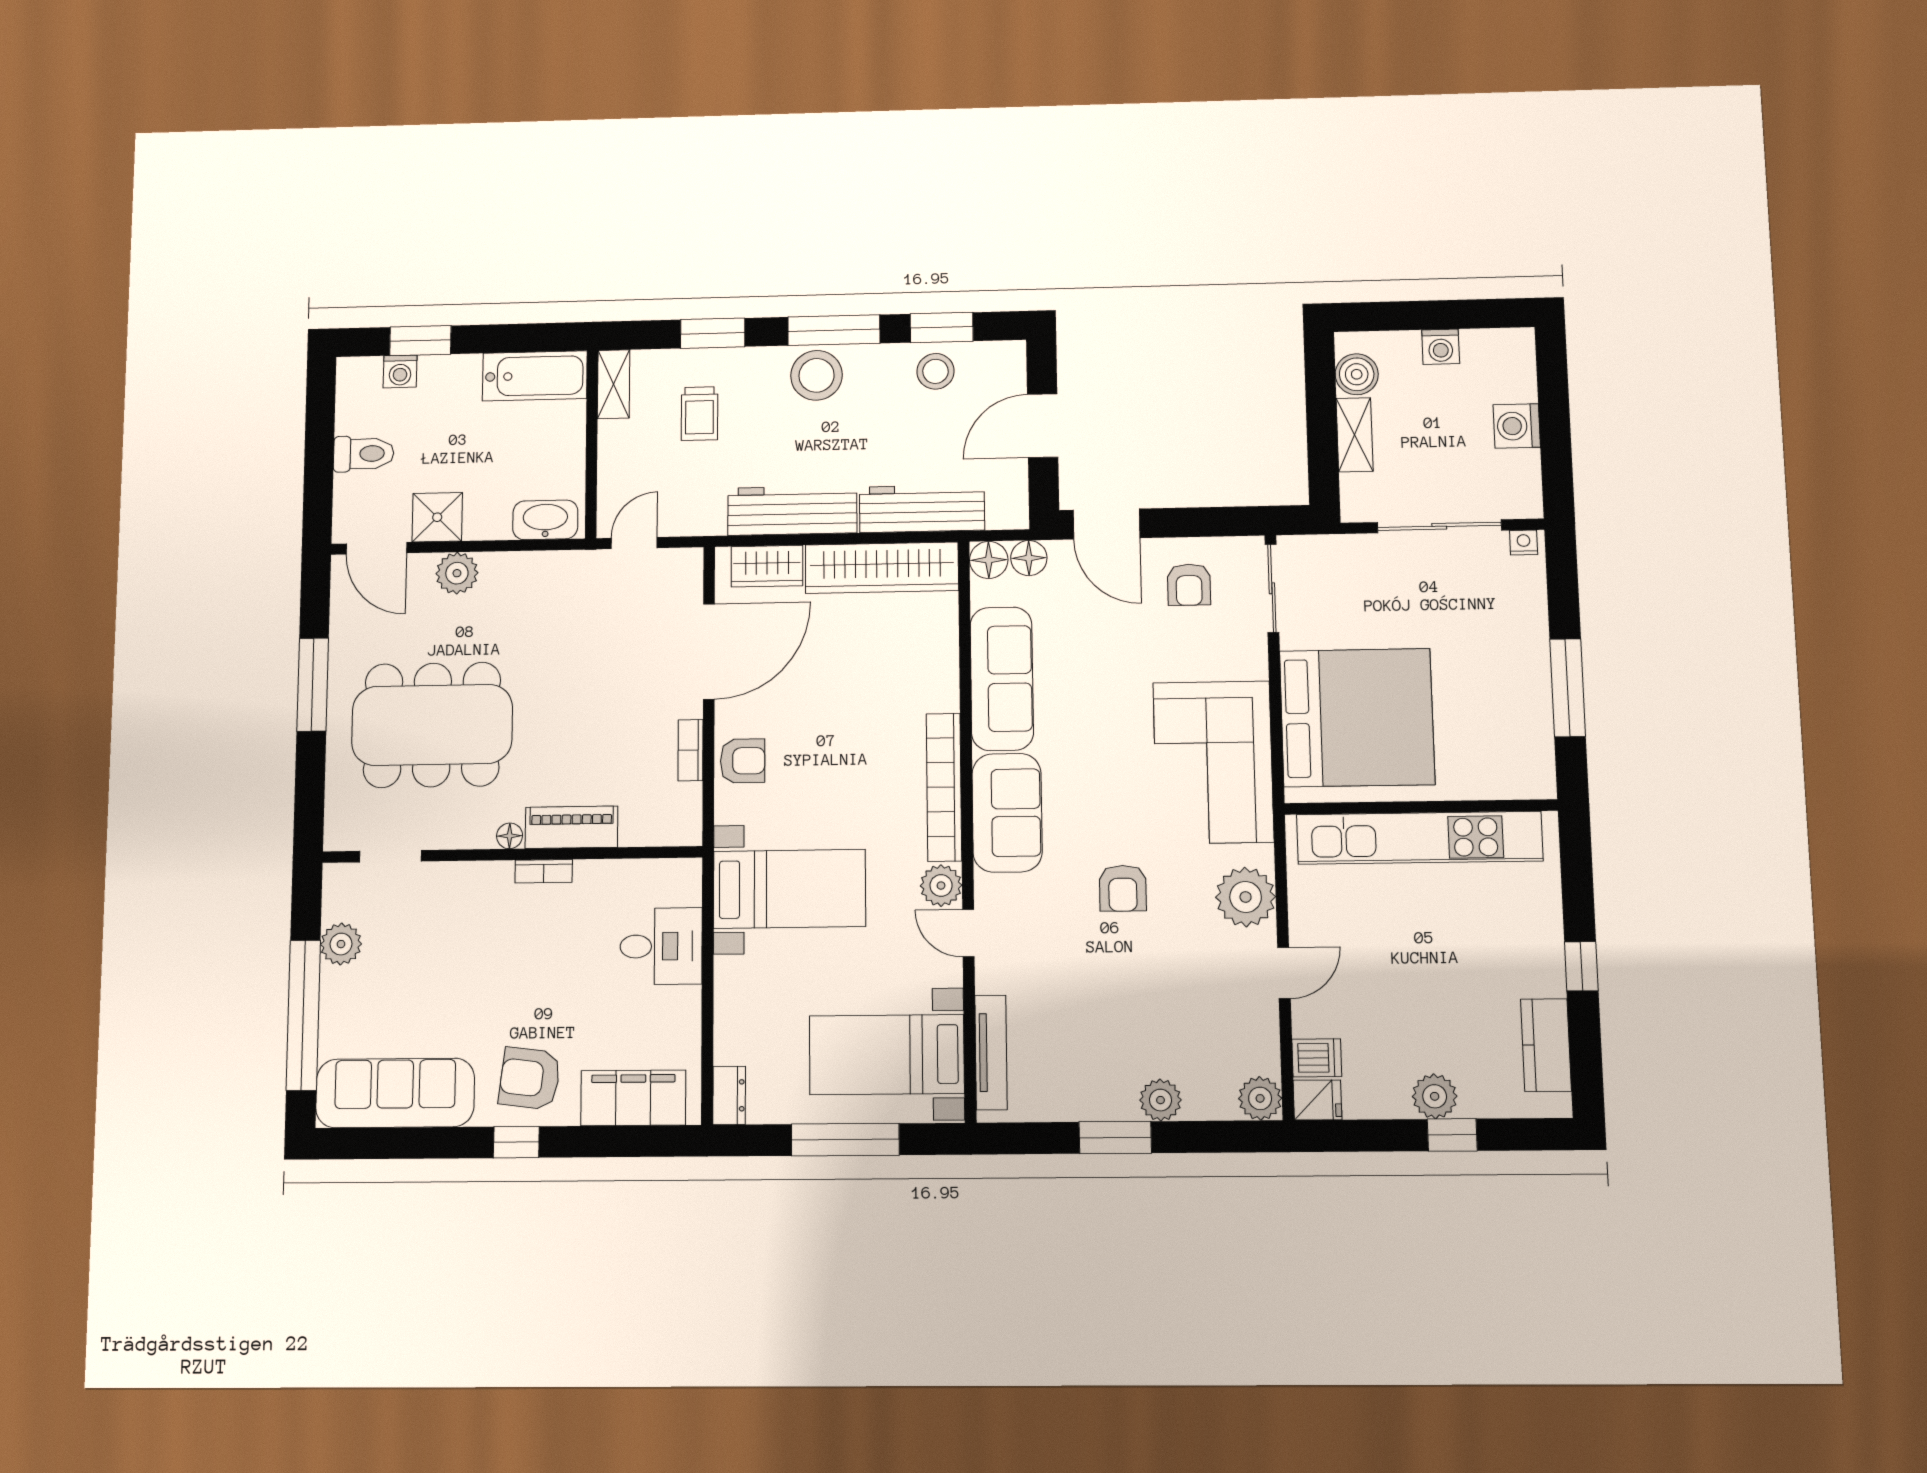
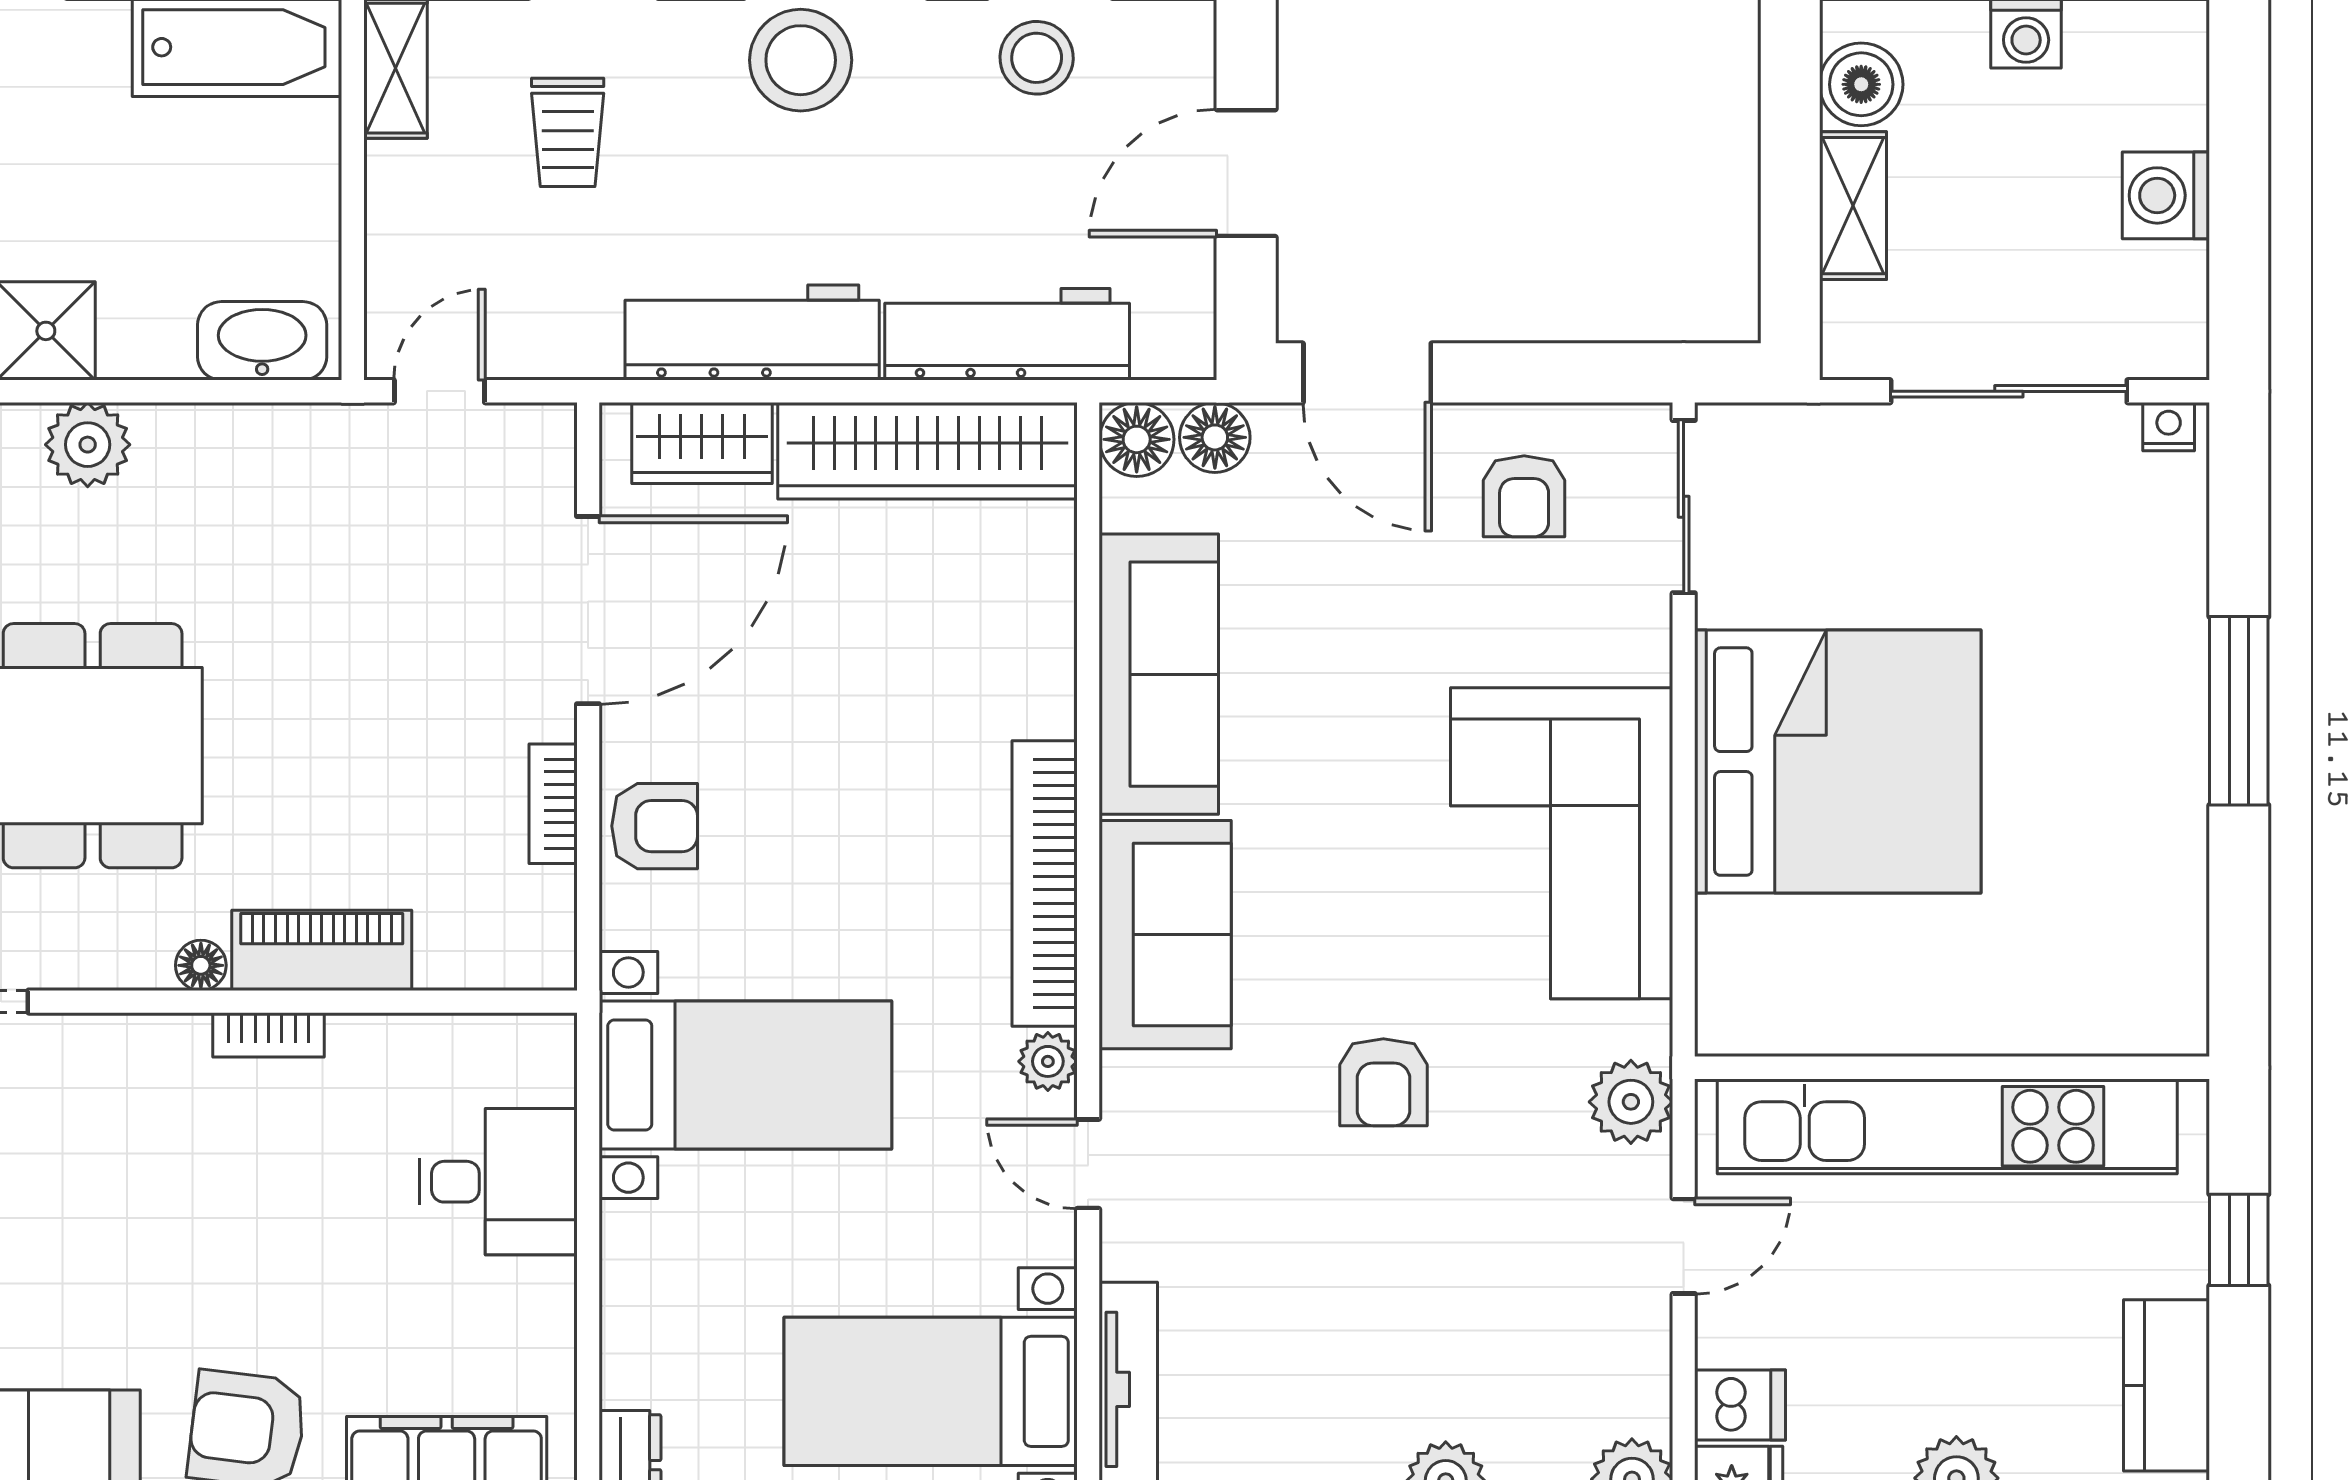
wall: (1421, 807) -> (1952, 1068), moved
kitchen unit: (1419, 838) -> (1947, 1126), moved
plant: (941, 886) -> (1048, 1061), width x0.73, depth x0.73
plant: (1246, 897) -> (1631, 1102), width x0.73, depth x0.73

